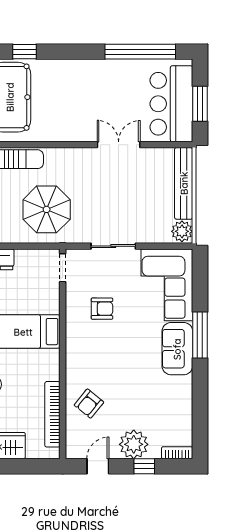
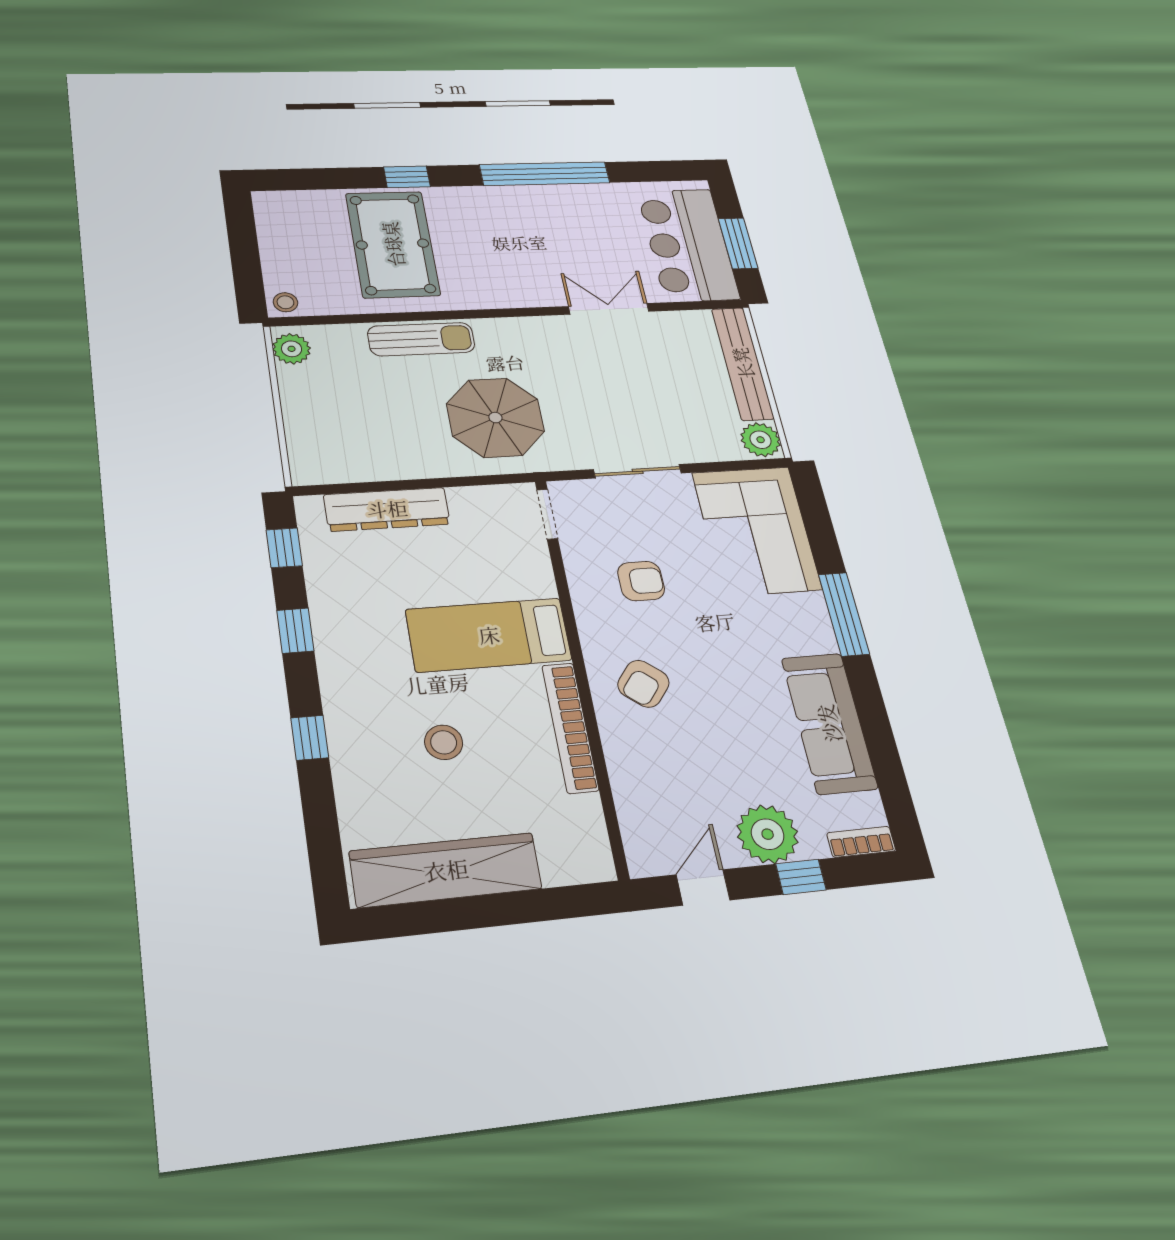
window: (140, 52) -> (545, 174), moved
sofa: (177, 349) -> (829, 723), moved, width x1.36
armchair: (89, 404) -> (643, 684), moved
bookcase: (52, 414) -> (570, 727), moved

